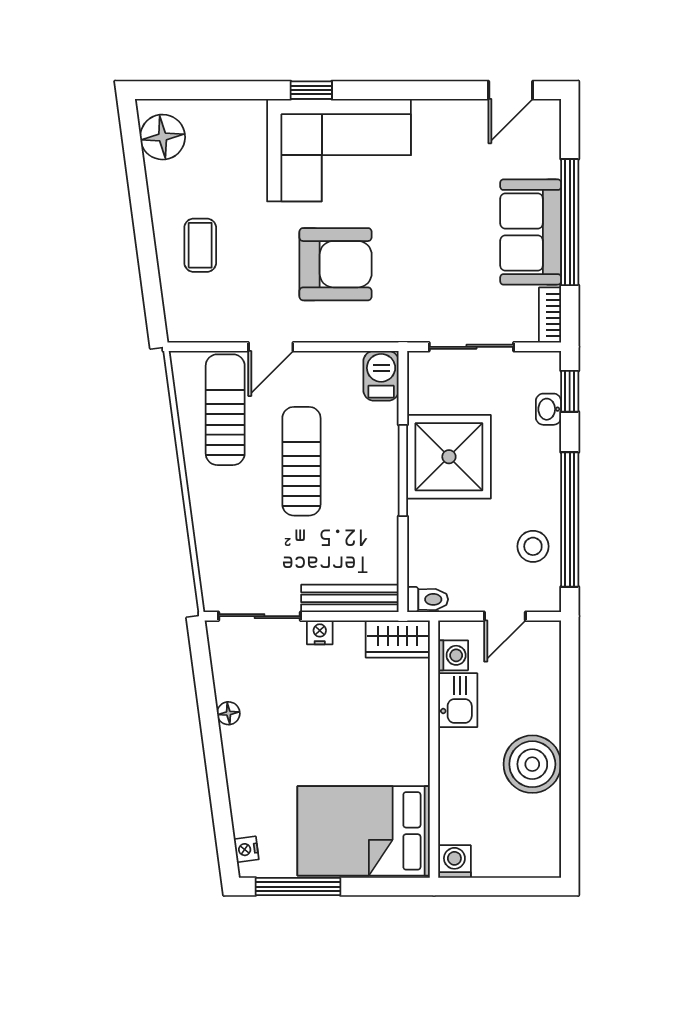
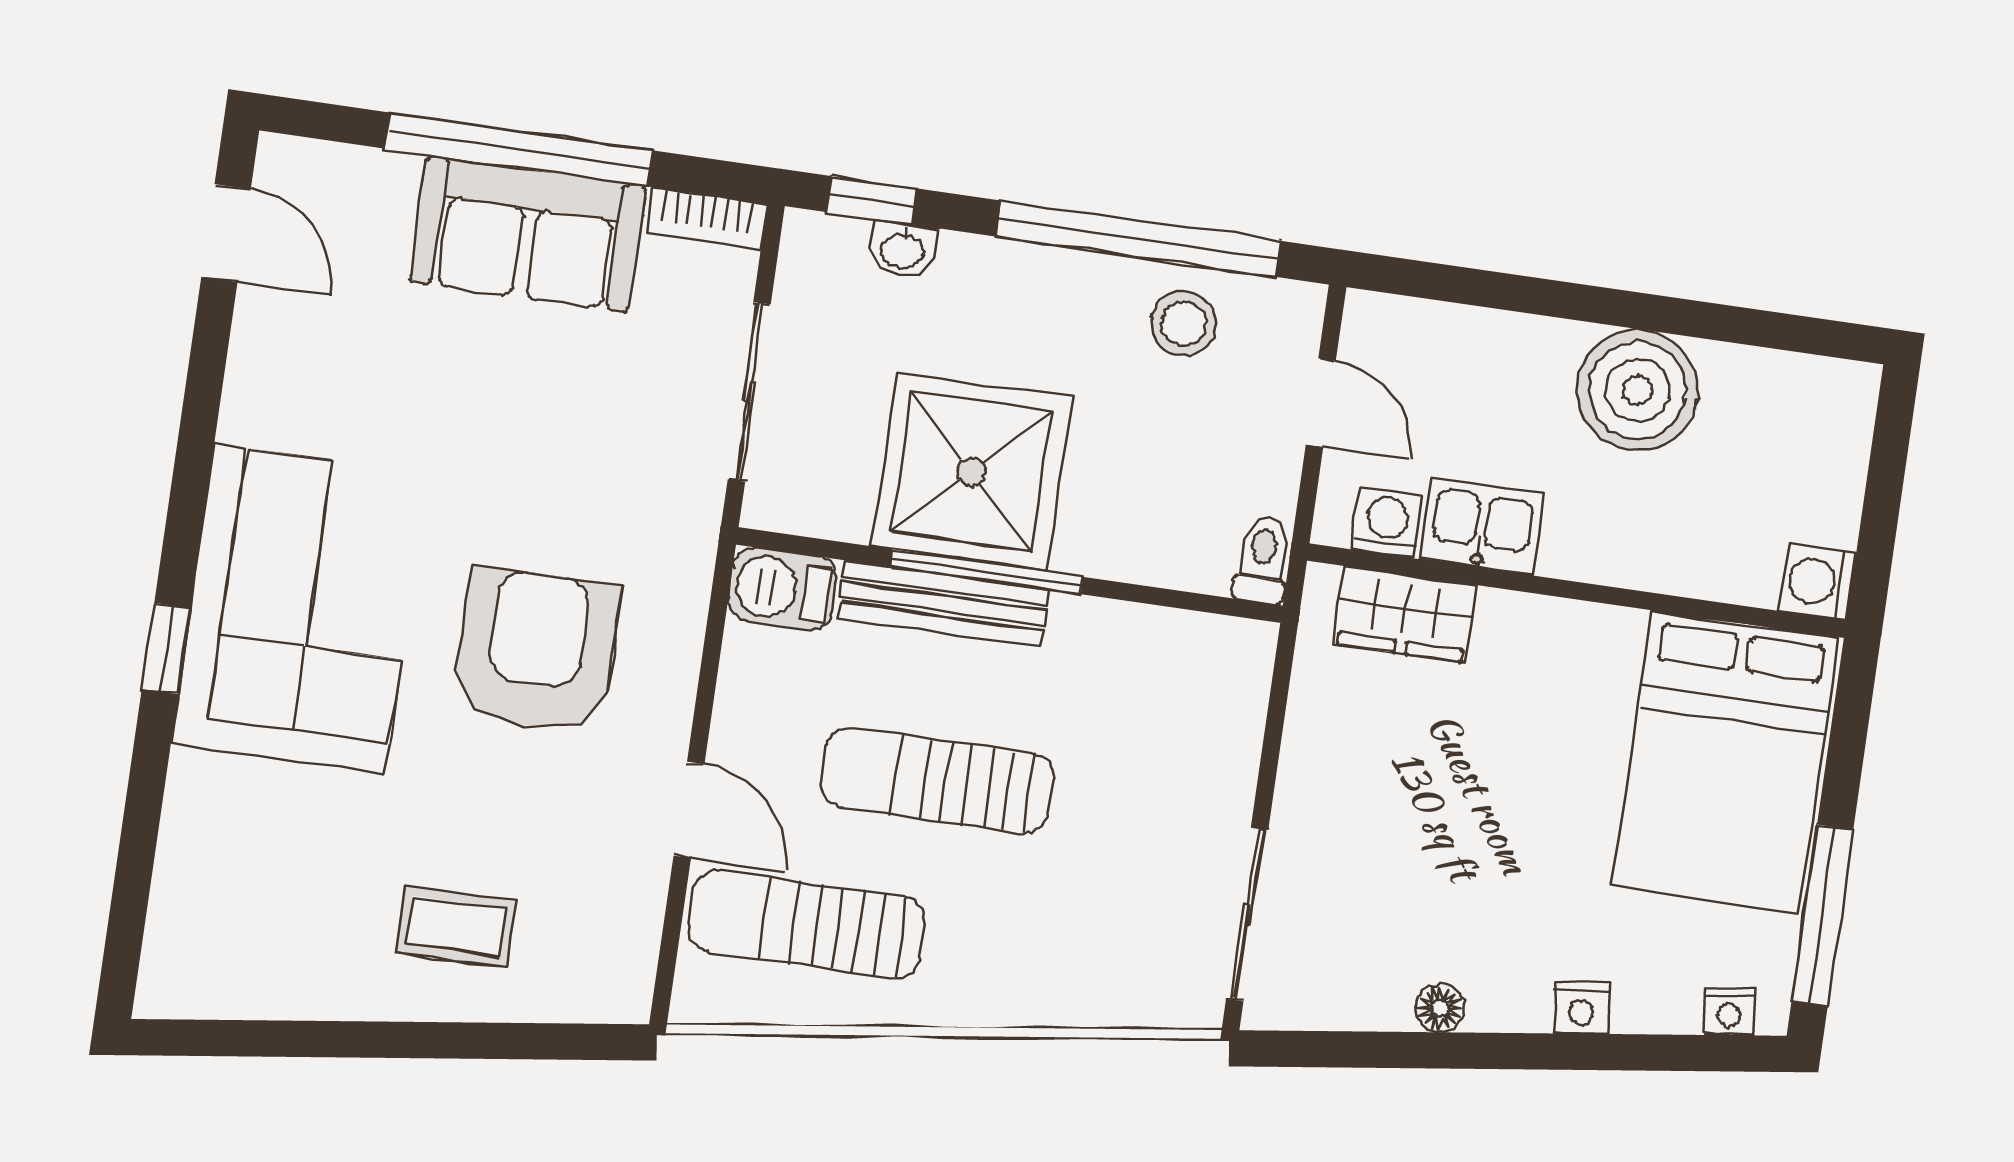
floor lamp: (163, 137) -> (219, 973), removed
bench: (350, 598) -> (943, 603), moved, turned 90
nightstand: (320, 632) -> (1581, 1008), moved, turned -98
wardrobe: (398, 639) -> (1405, 614), moved, turned 90

